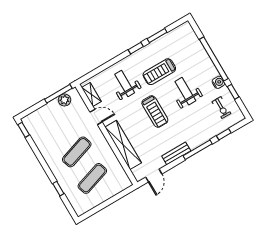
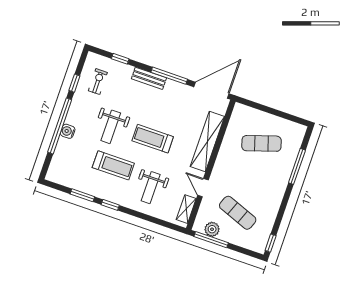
water cooler: (218, 82) -> (68, 131), moved
treadmill: (155, 112) -> (153, 139), turned -90
window: (198, 150) -> (169, 76), moved
exercise mat: (77, 152) -> (238, 213), moved, turned 39
bench: (176, 153) -> (149, 78), moved
door: (154, 176) -> (211, 90), width x1.87
window: (58, 189) -> (297, 166), width x2.17

